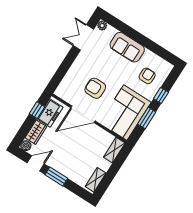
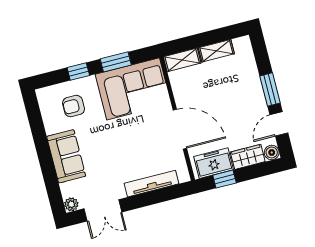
tv unit: (72, 74) -> (152, 184), added
armchair: (95, 88) -> (141, 144), removed
door: (36, 163) -> (279, 124), hinge flipped
shelving: (96, 180) -> (216, 51), moved

